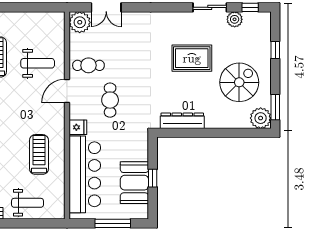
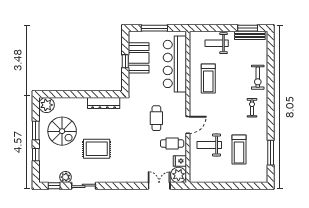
spiral stairs: (239, 82) -> (62, 131), turned -90
window: (275, 107) -> (36, 131), moved
fridge: (78, 127) -> (180, 161), moved

